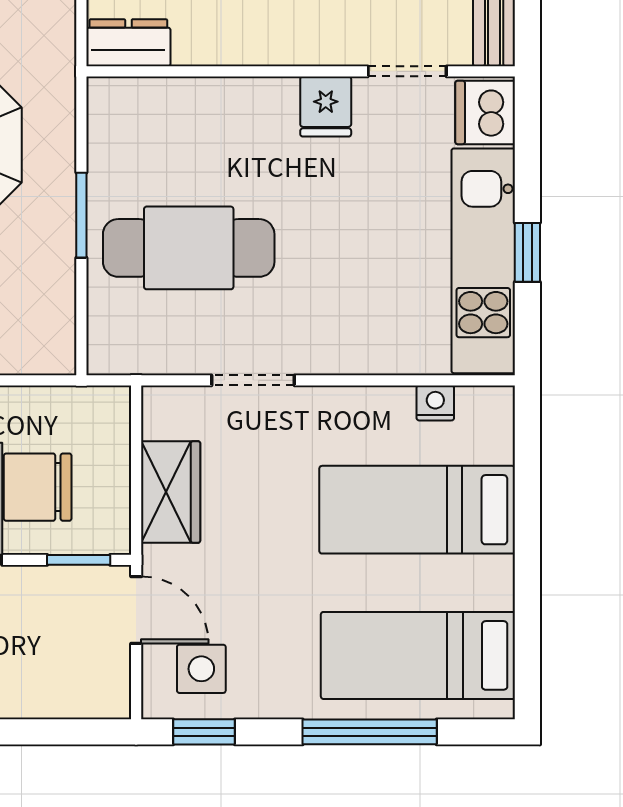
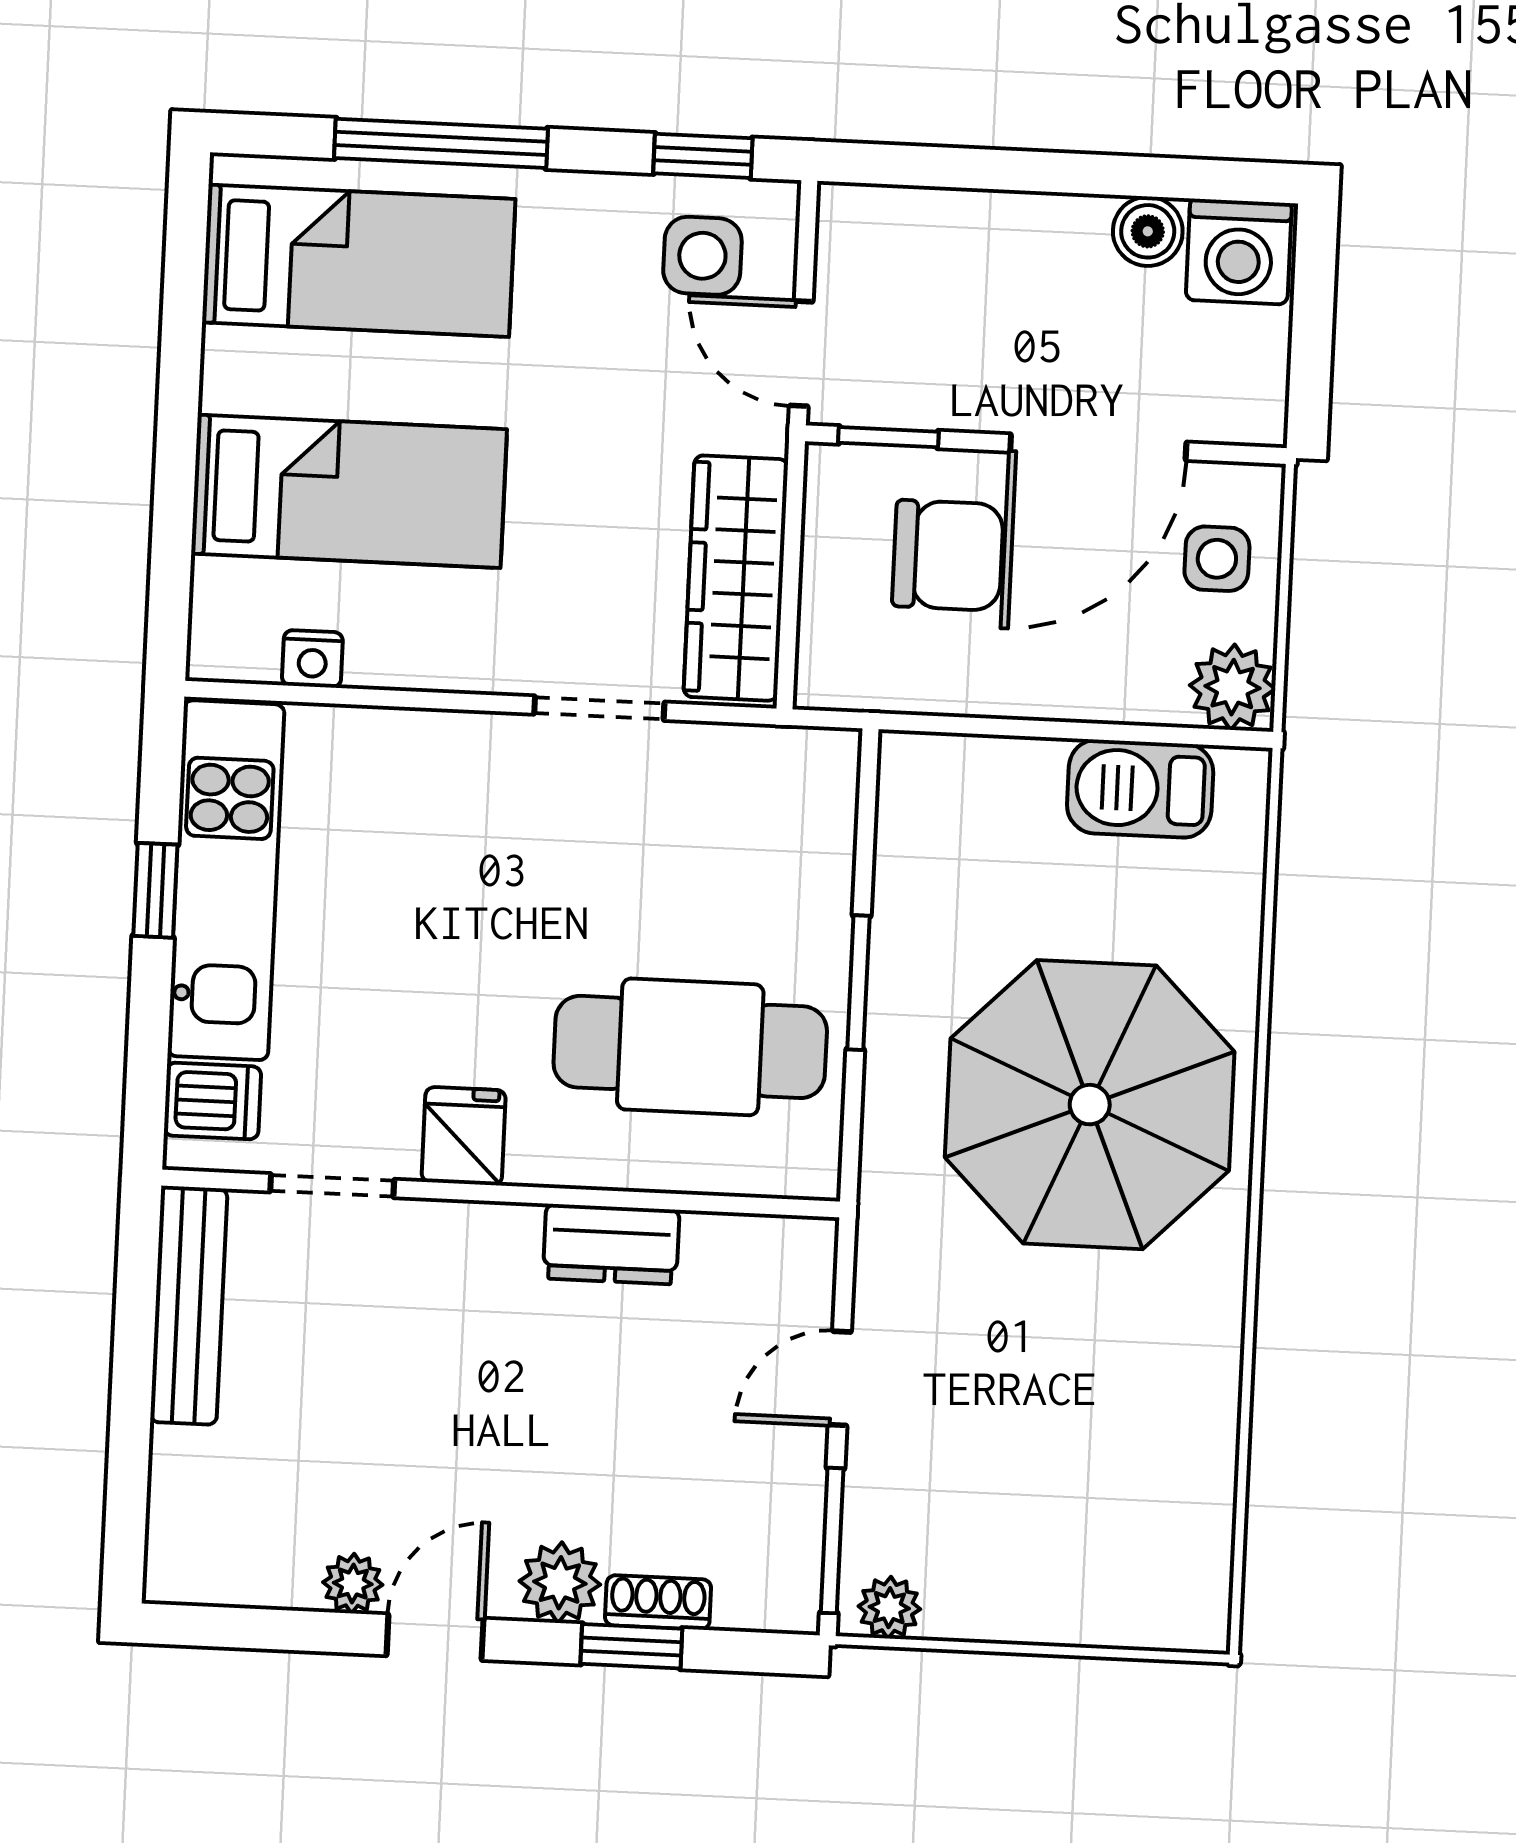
dresser: (128, 43) -> (611, 1244), moved
dishwasher: (485, 112) -> (212, 1101), width x0.73
cafe table: (189, 248) -> (690, 1047), moved
wardrobe: (171, 492) -> (736, 578), width x1.50

